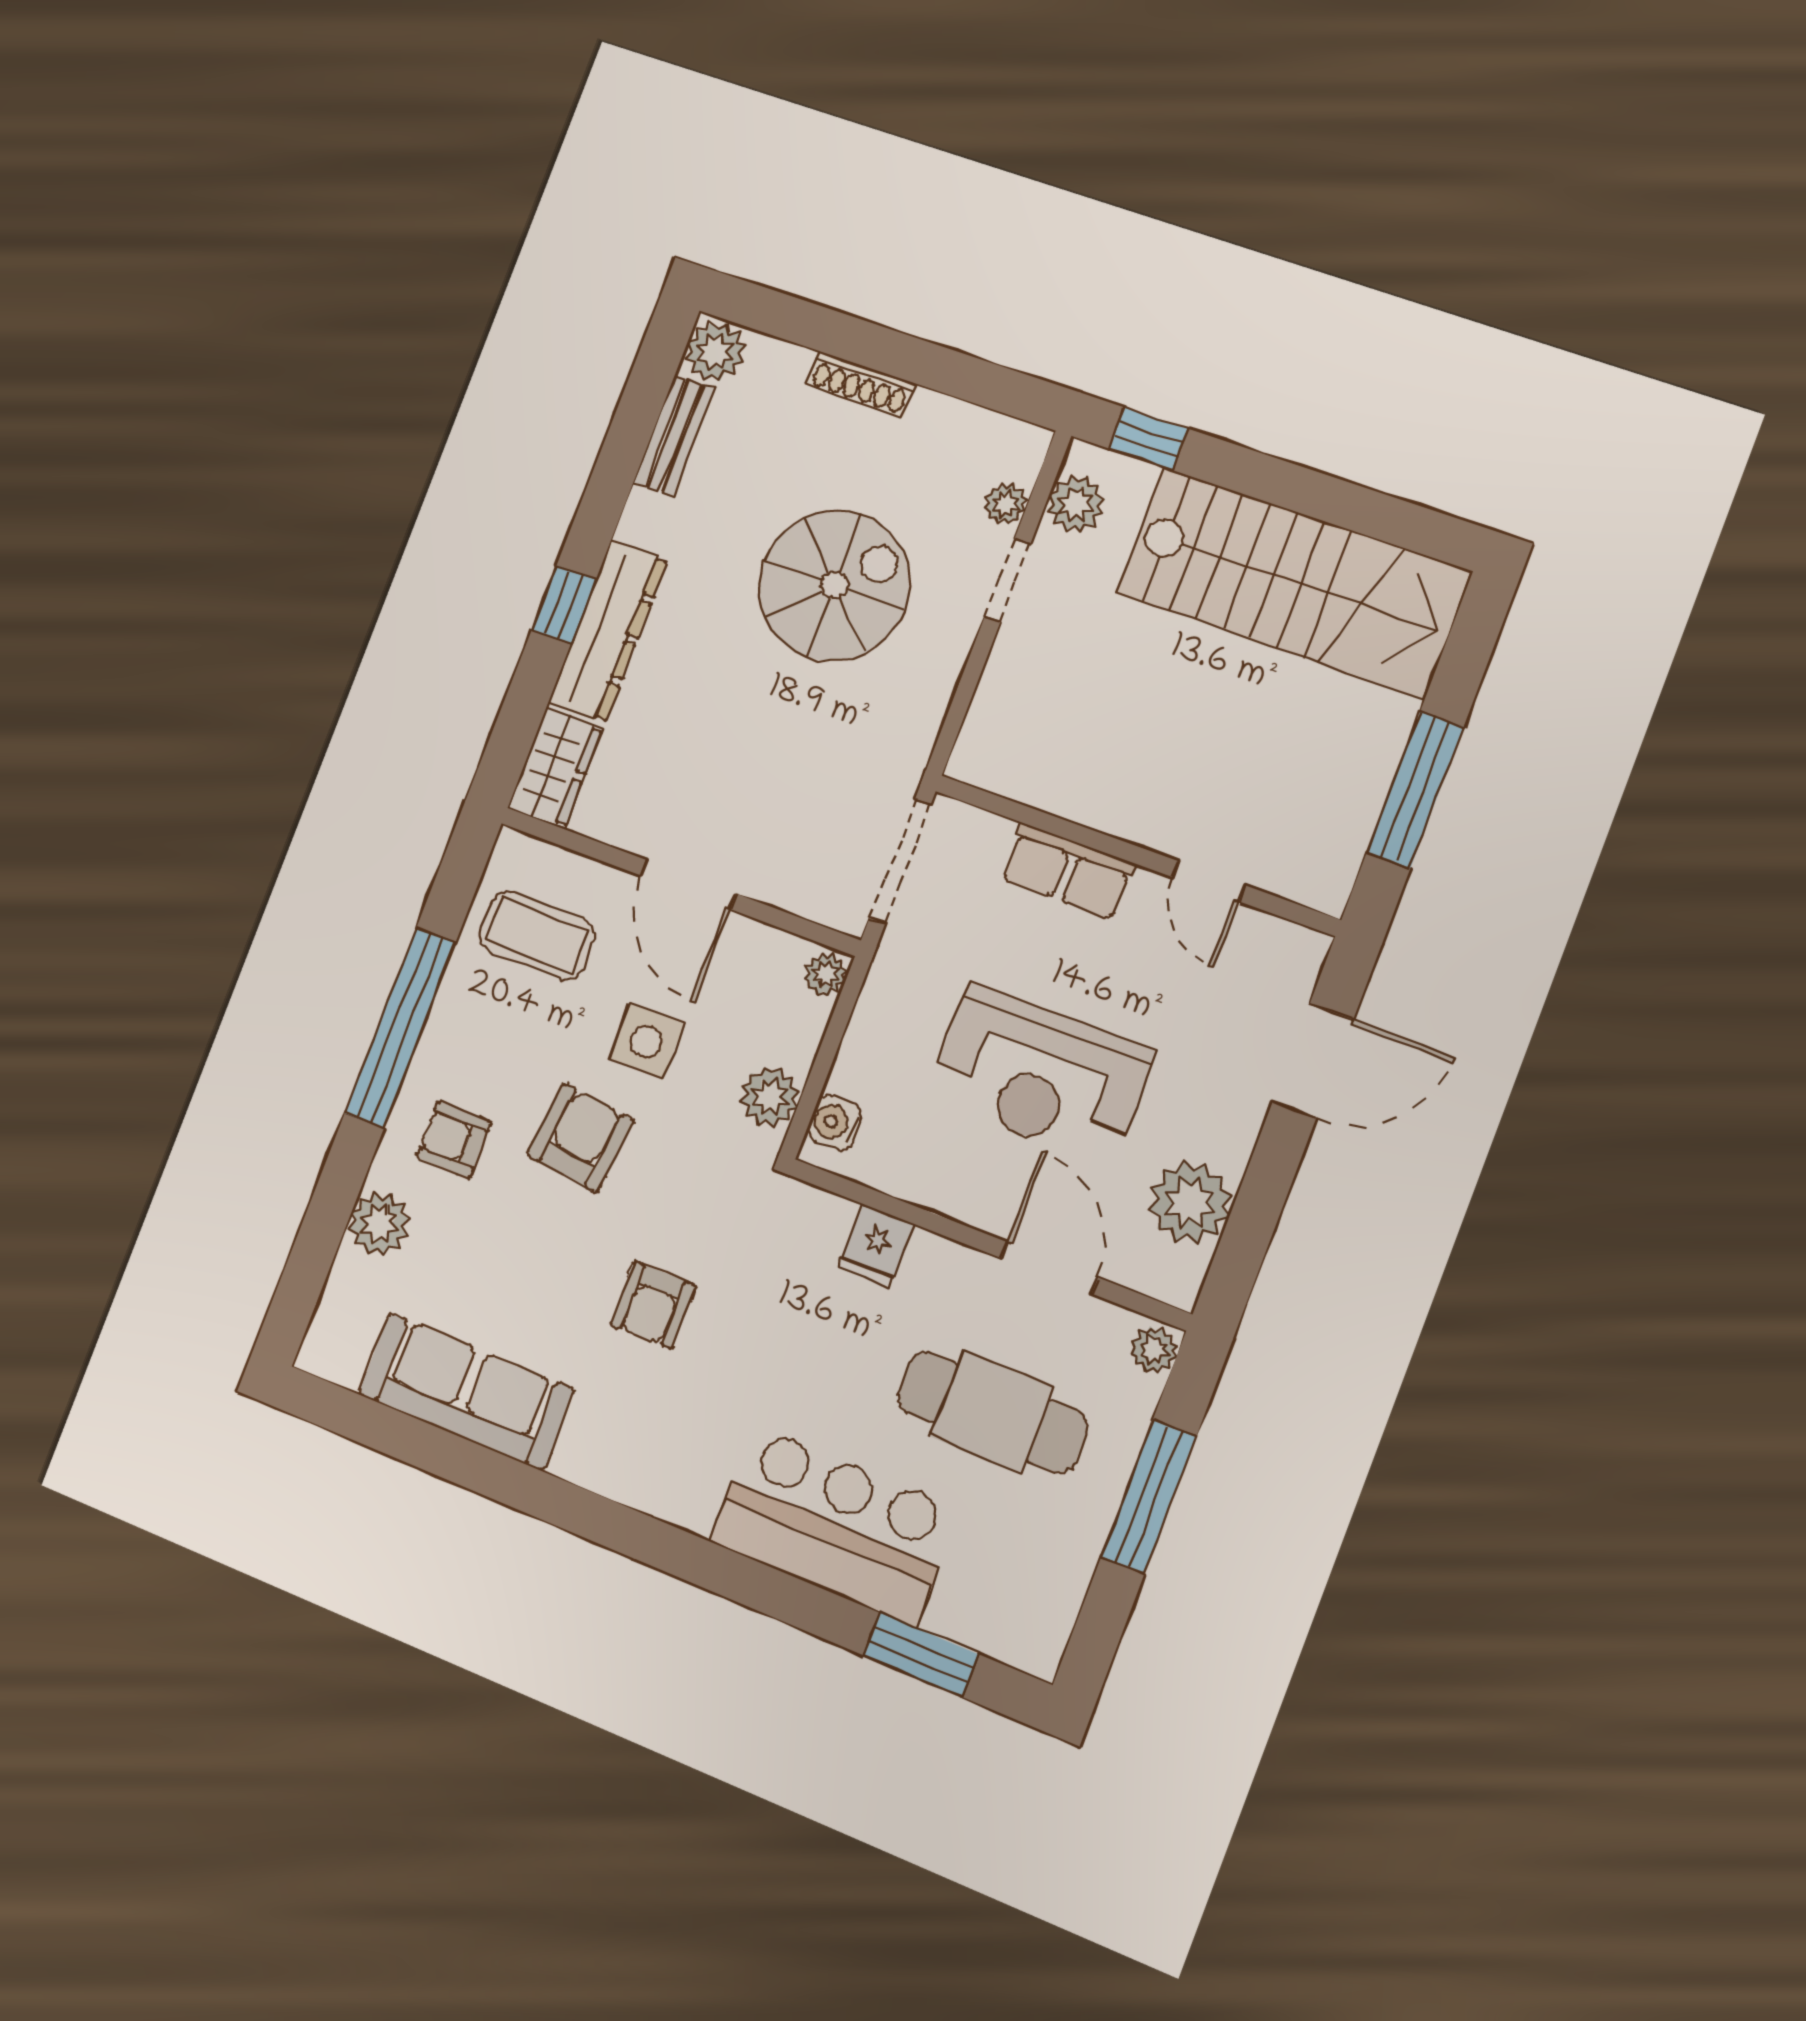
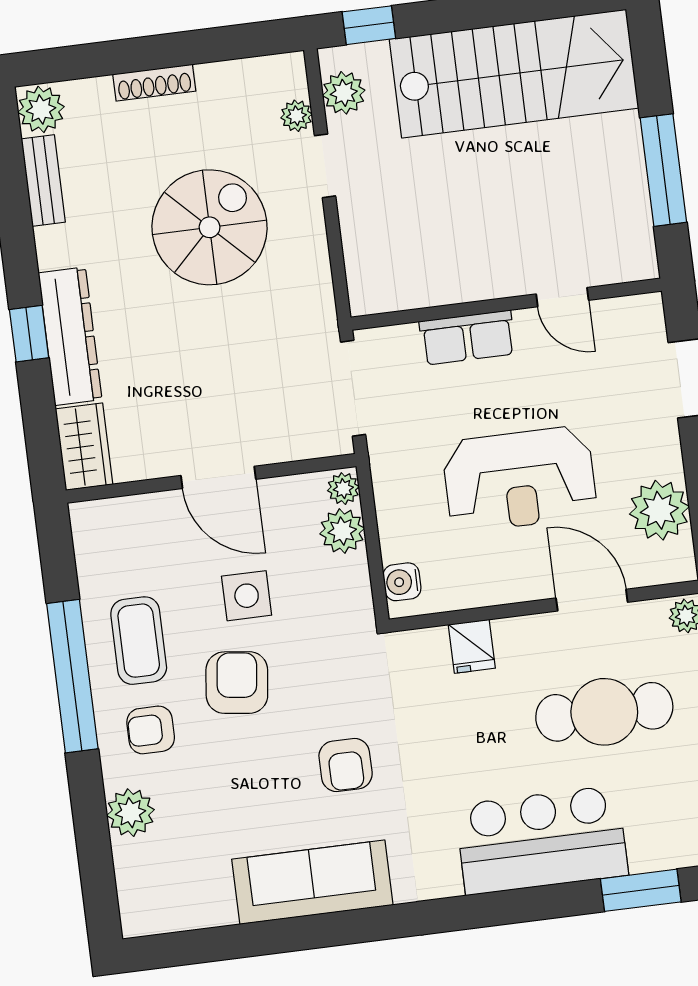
coffee table: (537, 935) -> (139, 641), moved, turned 90
plant: (769, 1097) -> (342, 531), moved
sofa: (466, 1392) -> (312, 882), moved

